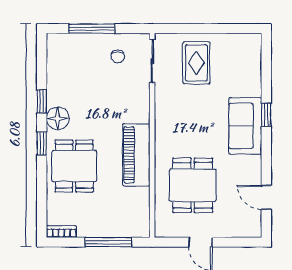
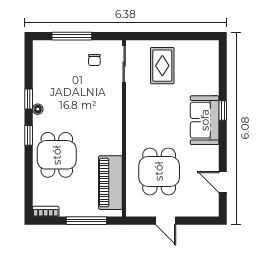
floor lamp: (58, 118) -> (38, 109), width x0.53, depth x0.53
piano: (136, 155) -> (110, 183), moved

